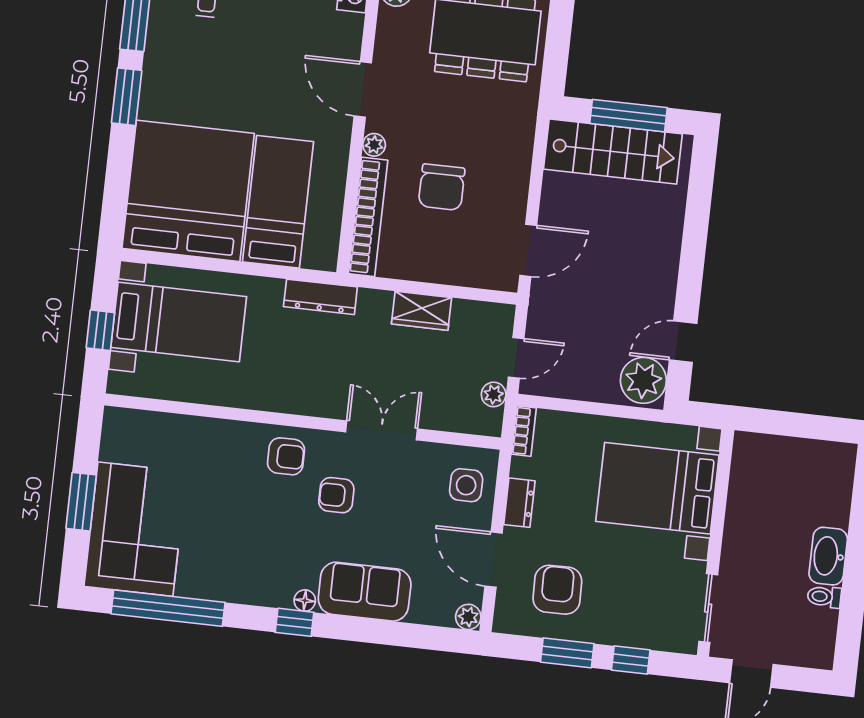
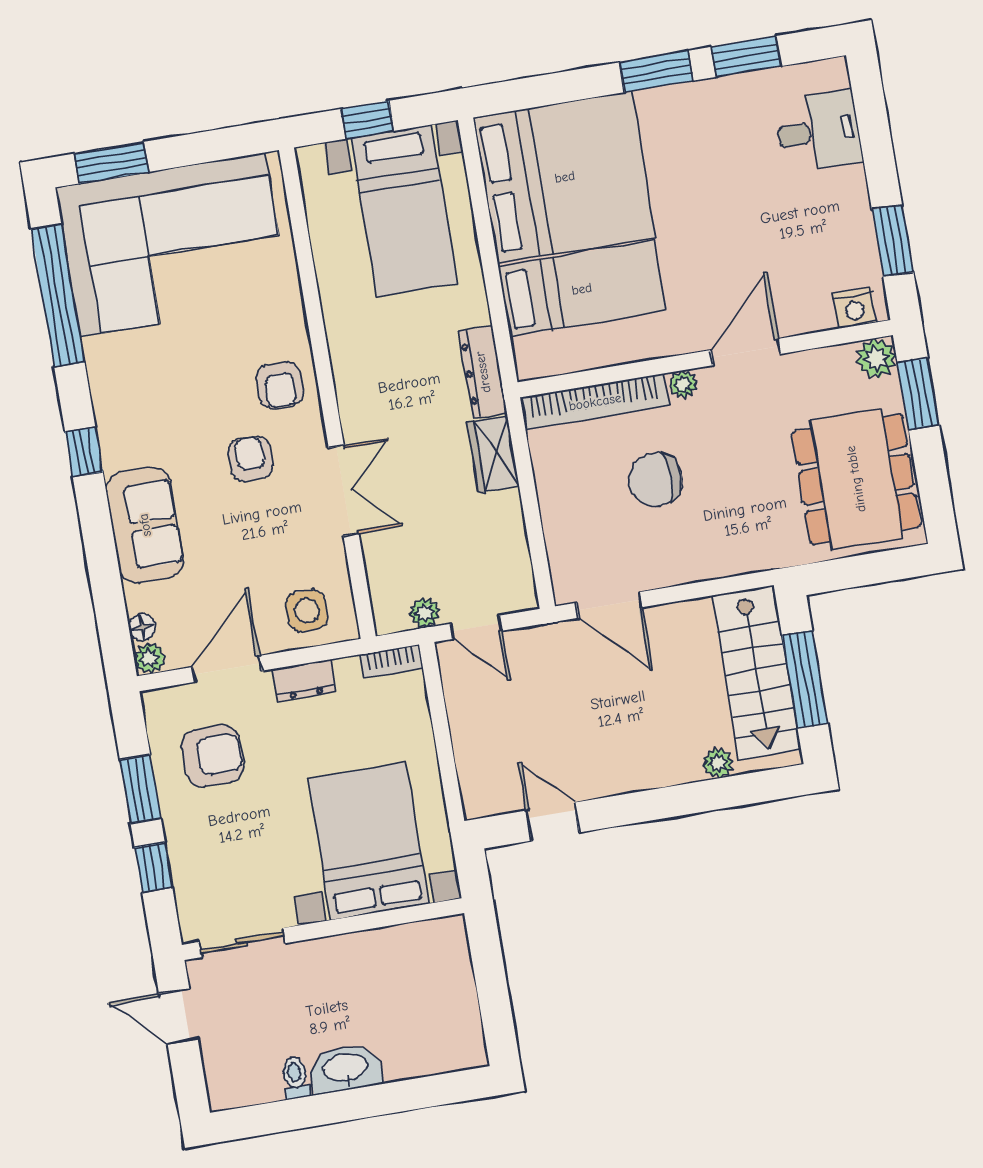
wardrobe: (422, 311) -> (493, 454), moved
plant: (643, 380) -> (718, 763), moved, width x0.53, depth x0.53
window: (81, 502) -> (111, 163), moved
corner sofa: (135, 529) -> (172, 245), width x1.36, depth x1.36
floor lamp: (305, 601) -> (142, 627), moved

